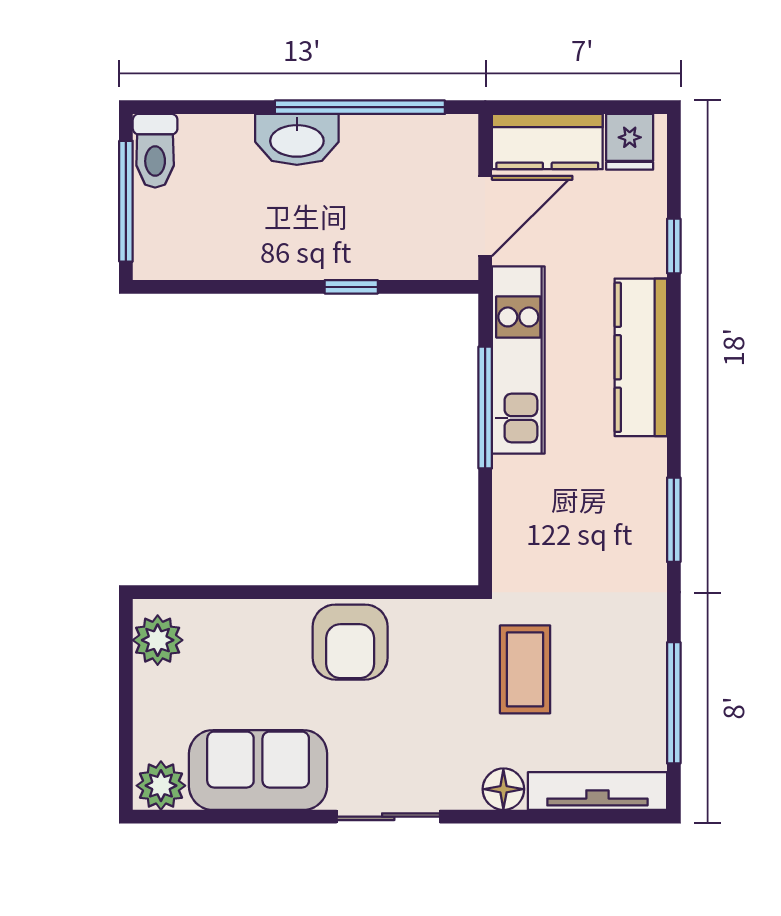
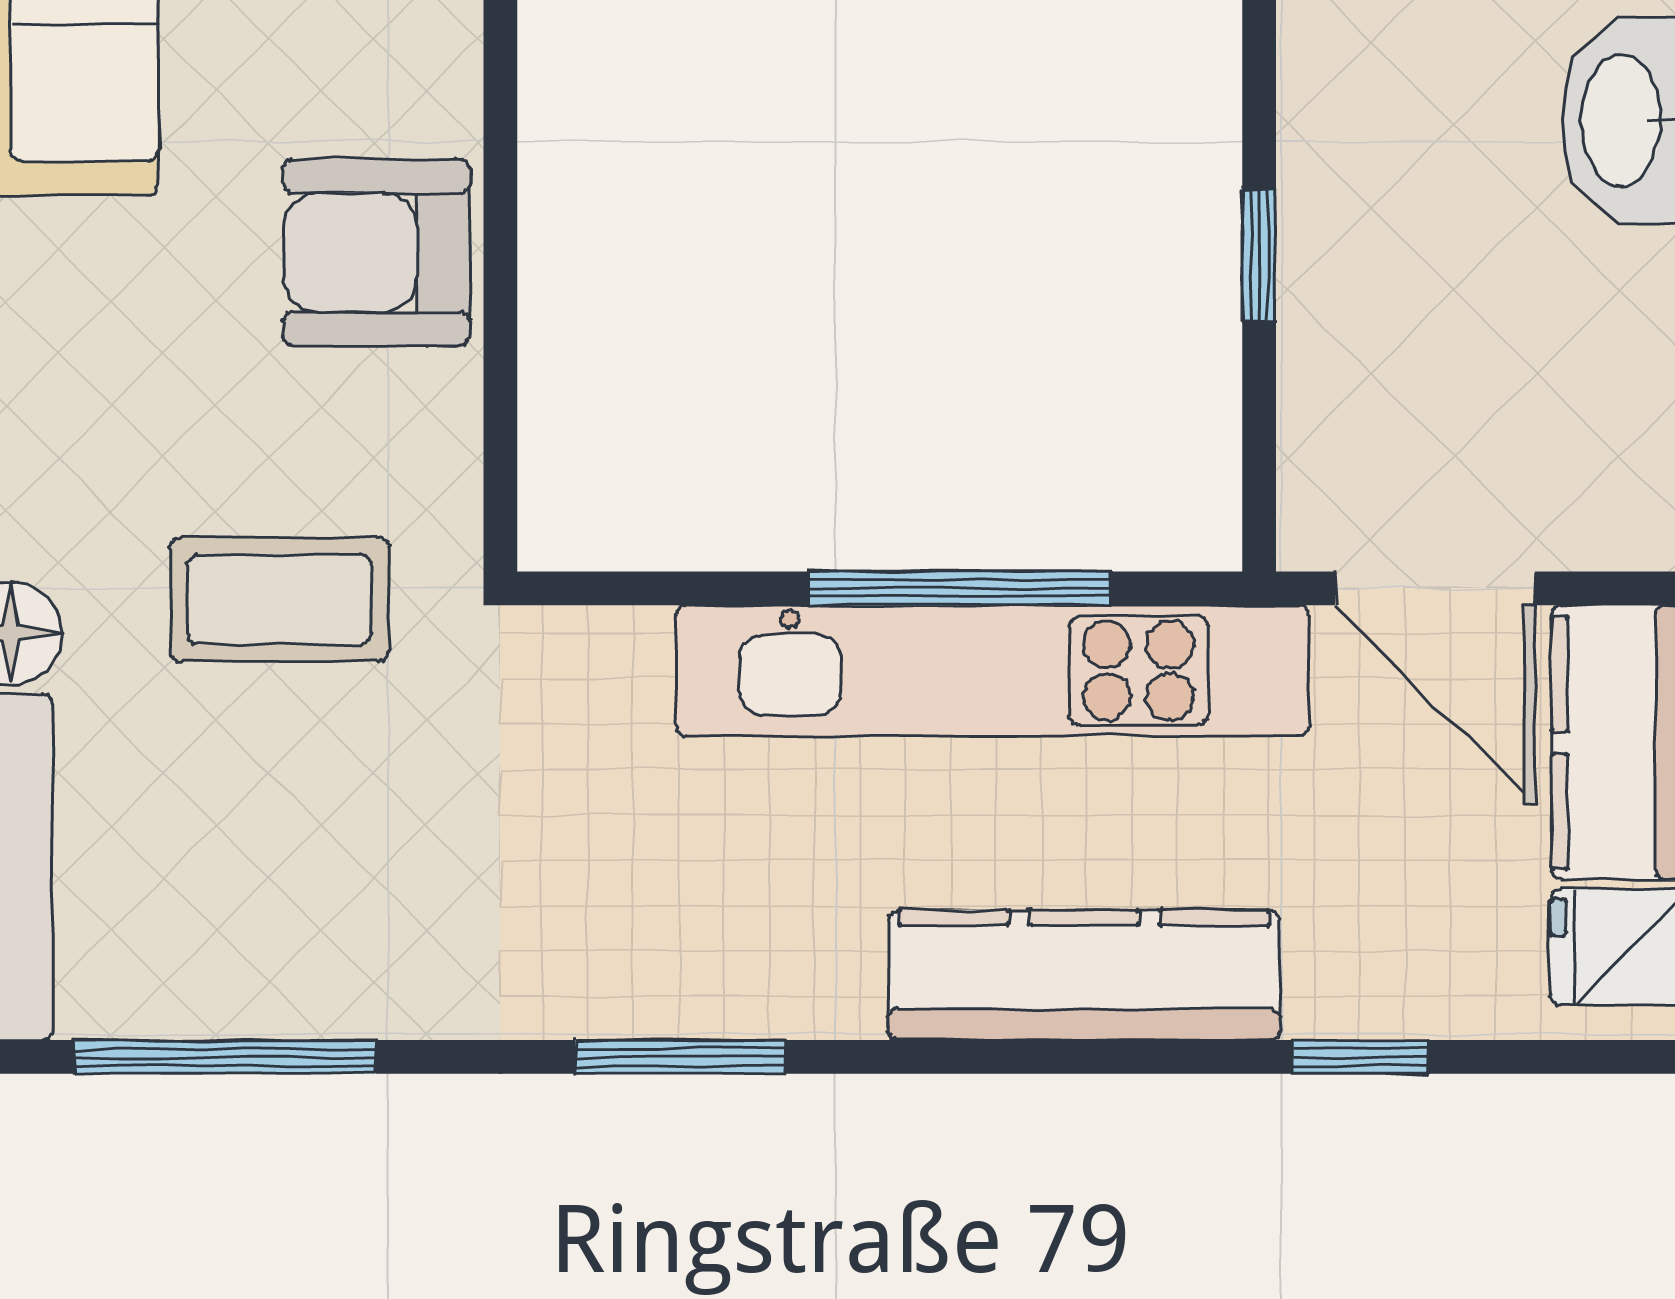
kitchen unit: (518, 360) -> (993, 671), width x1.36
coffee table: (525, 669) -> (280, 599), moved

